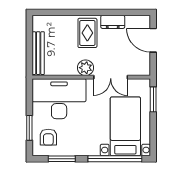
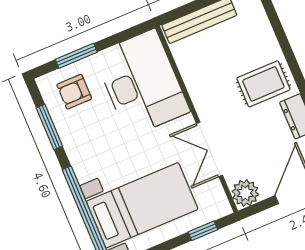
plant: (85, 68) -> (245, 193), moved
window: (153, 99) -> (203, 231), width x0.67

